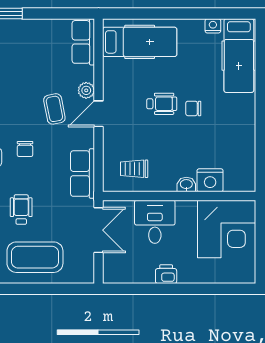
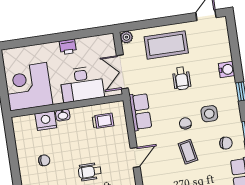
plant: (86, 90) -> (126, 37), moved
chair: (193, 108) -> (44, 160), moved
coffee table: (54, 109) -> (188, 152), moved
desk: (155, 222) -> (82, 84), width x1.37

